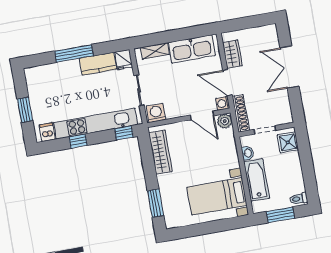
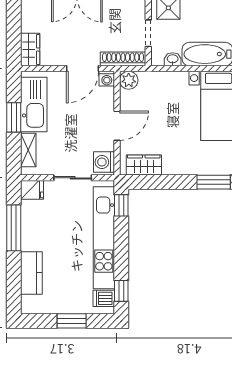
window: (179, 35) -> (14, 117), added
window: (74, 53) -> (14, 228), moved
wardrobe: (232, 54) -> (30, 49), moved, turned 90
kitchen counter: (98, 64) -> (31, 273), moved
door: (202, 115) -> (117, 126), moved
window: (78, 141) -> (121, 291), moved
wardrobe: (161, 152) -> (144, 165), width x0.67

